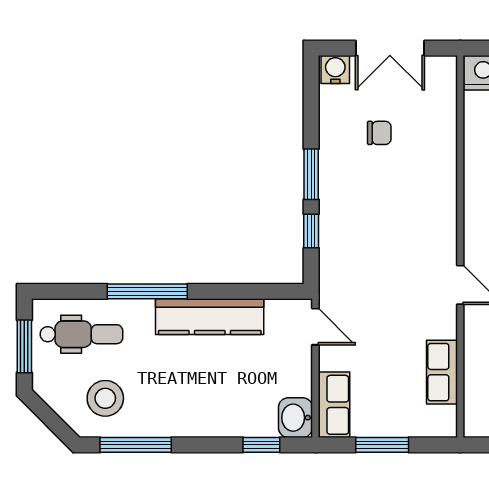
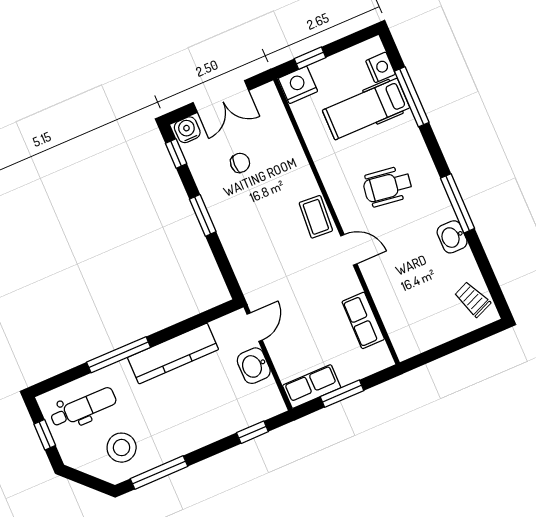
window: (311, 231) -> (176, 154), moved
coffee table: (439, 231) -> (316, 217), added
door: (315, 327) -> (255, 327), hinge flipped
window: (24, 346) -> (45, 435), width x0.67
row of seats: (334, 405) -> (312, 386), moved, turned -90
washbasin: (295, 418) -> (254, 366), moved

